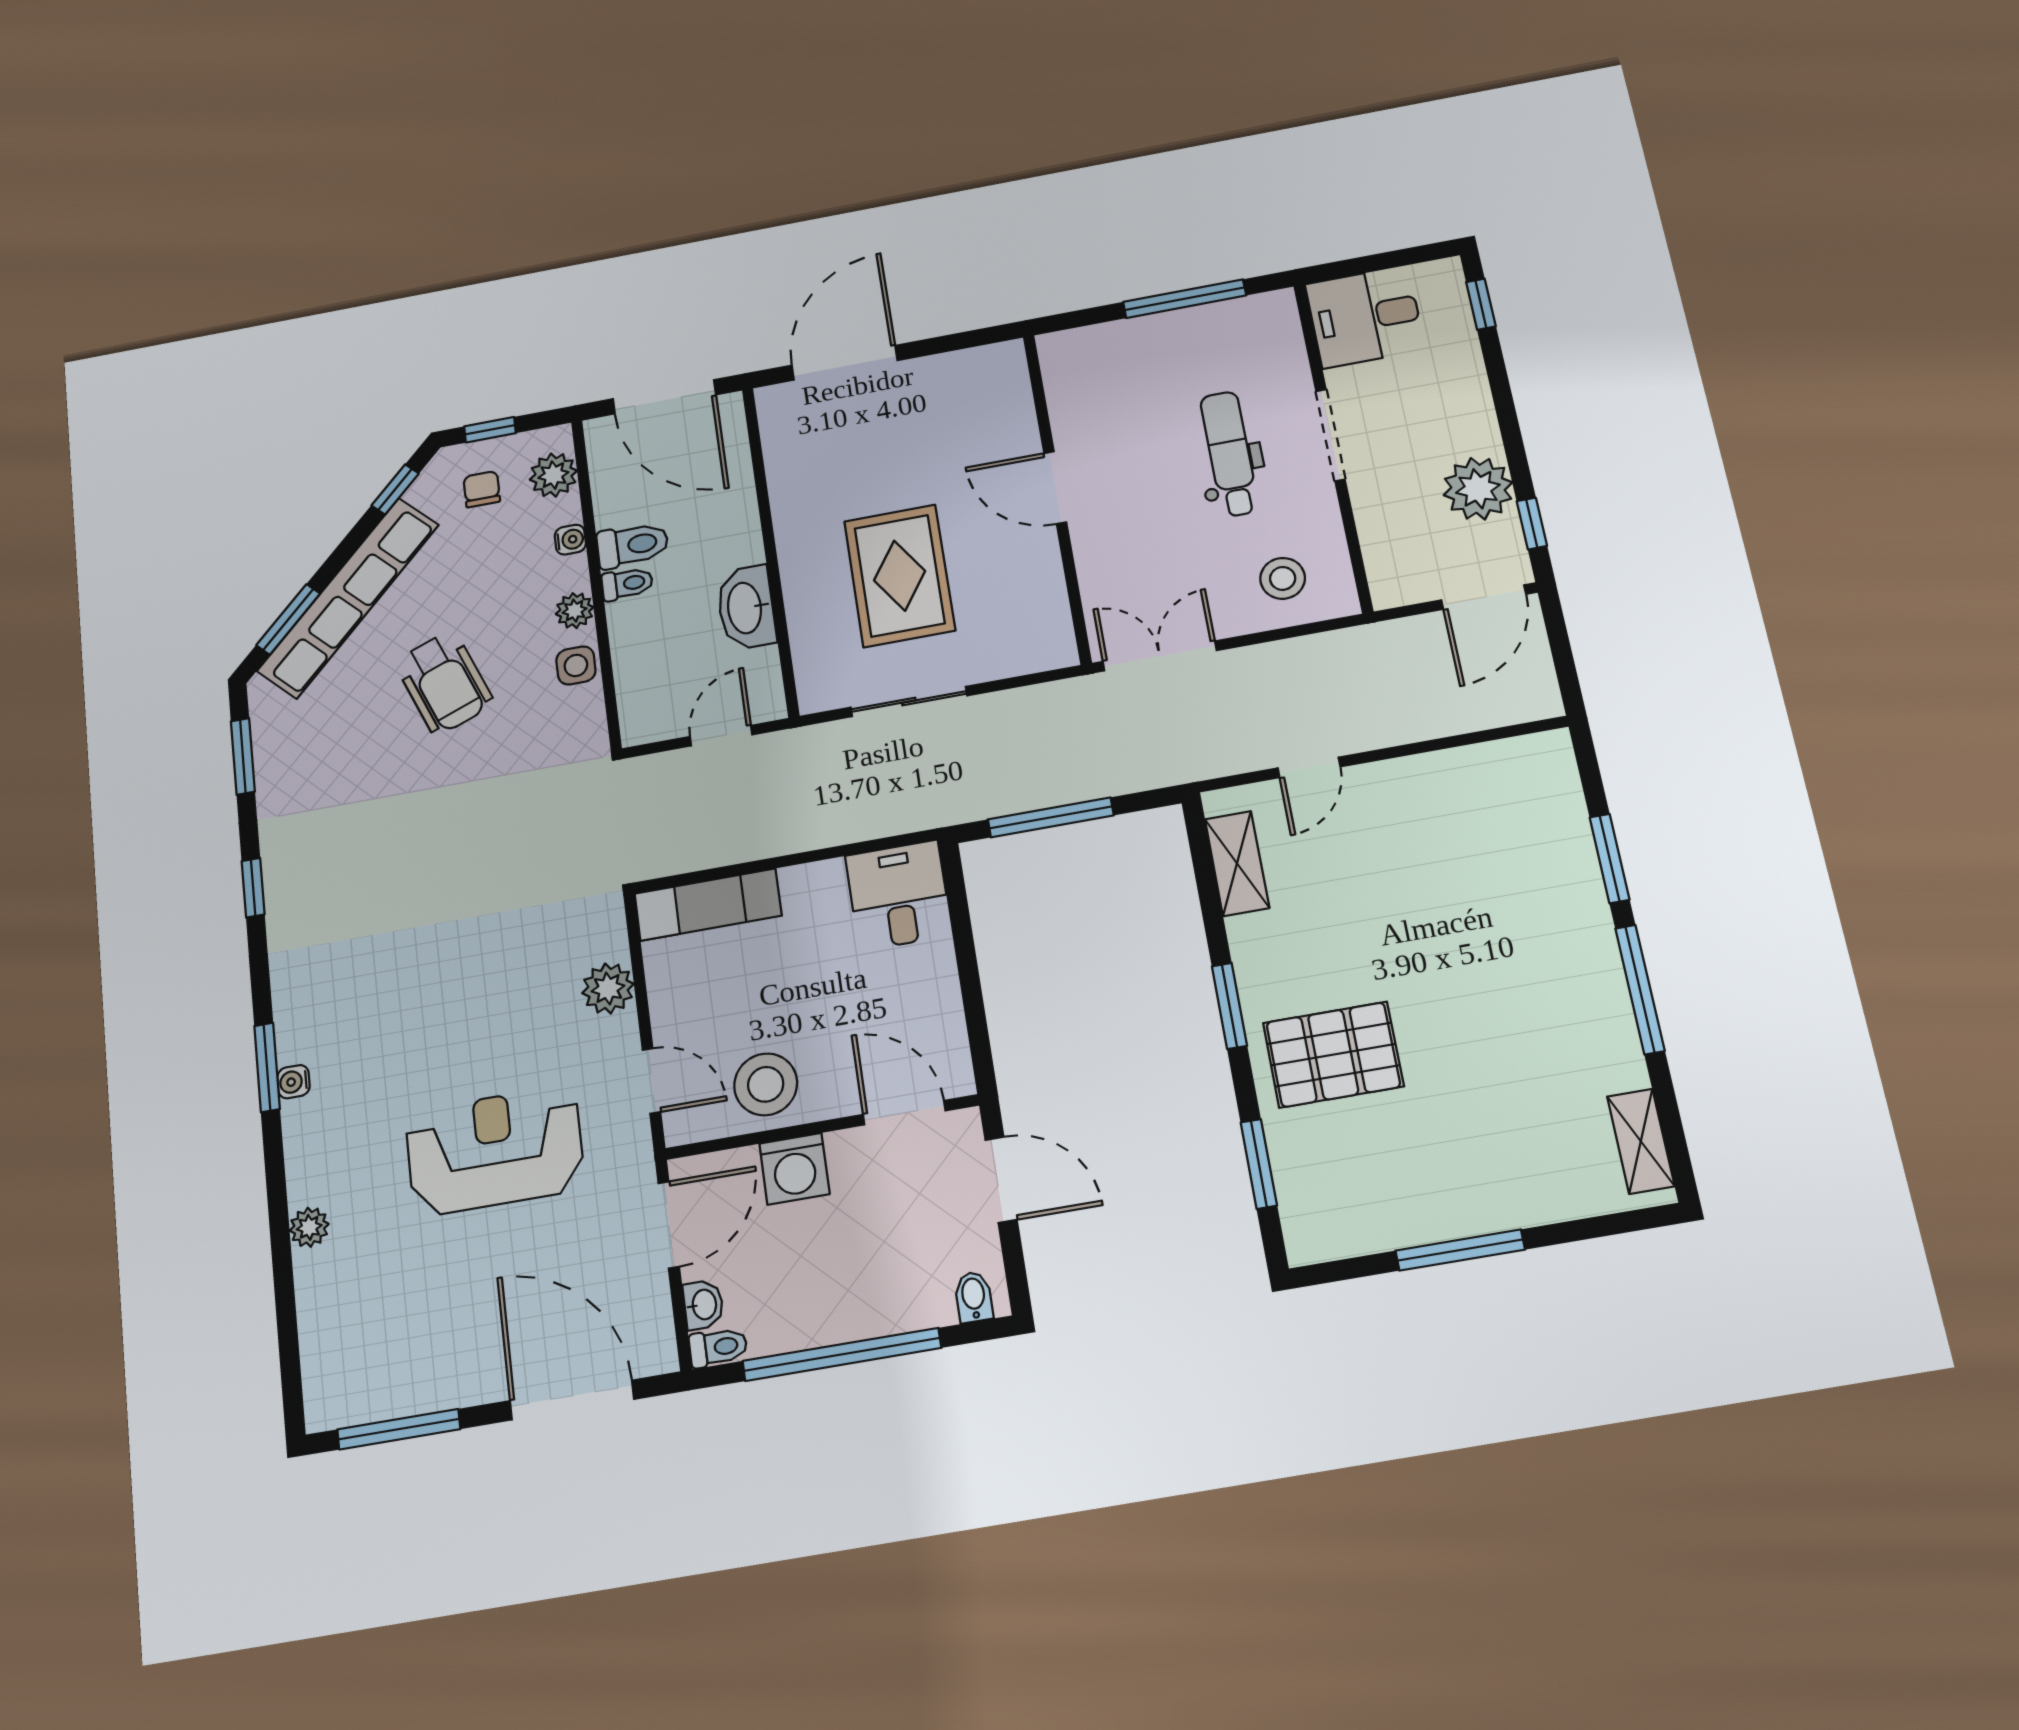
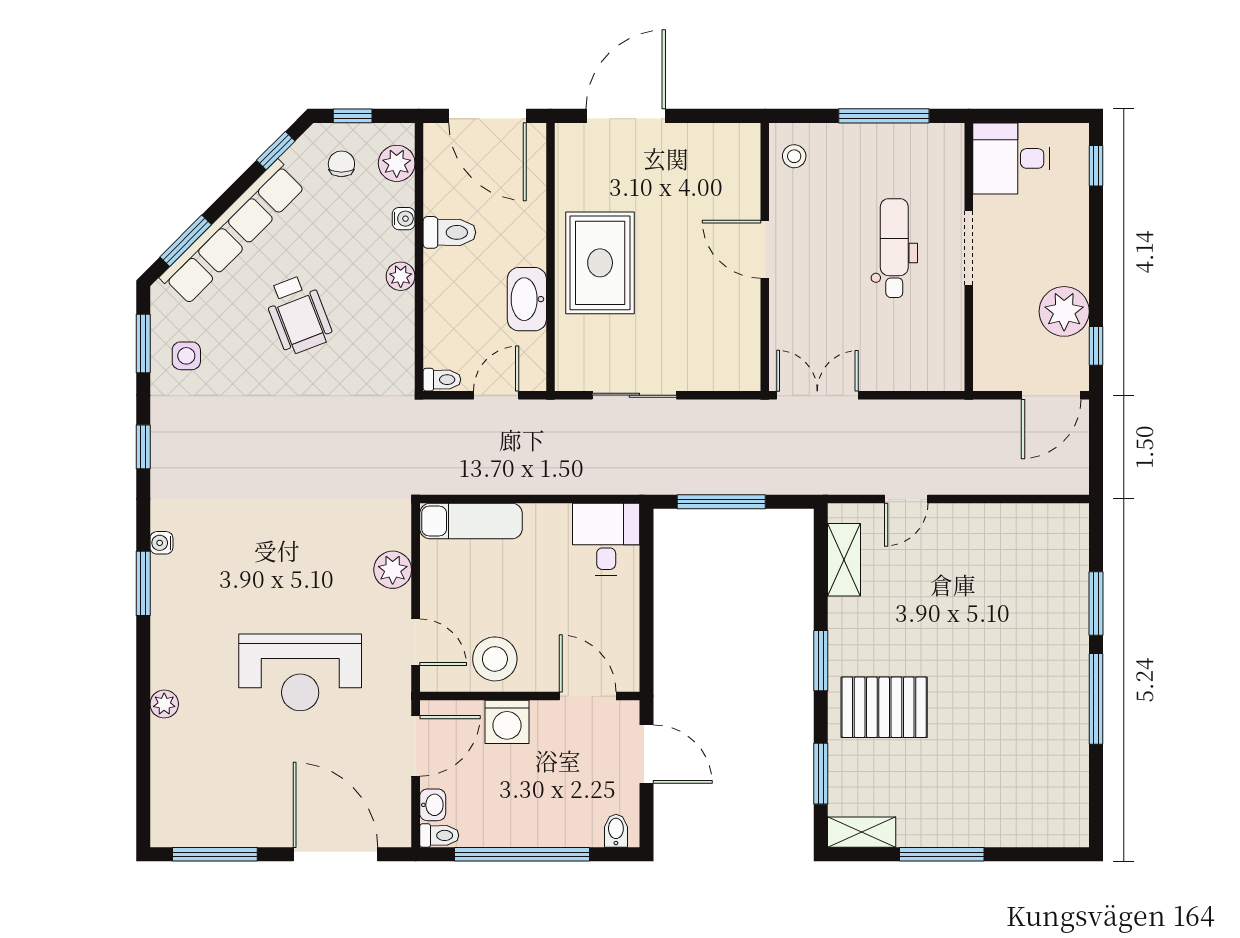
rug: (900, 576) -> (600, 263), moved
stool: (1283, 578) -> (794, 156), moved, width x0.73, depth x0.73
toilet: (627, 584) -> (442, 380), moved
side table: (576, 665) -> (186, 356), moved
water cooler: (294, 1082) -> (161, 543), moved
shelving: (1641, 1141) -> (862, 832), moved, turned 90
reception desk: (495, 1151) -> (300, 672), turned 180

